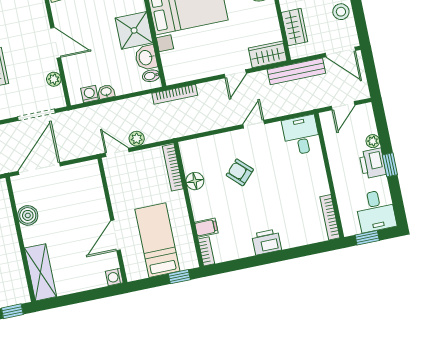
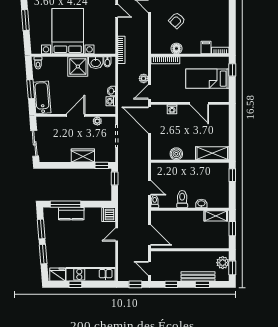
door: (39, 169) -> (149, 120), moved
printer: (267, 242) -> (222, 13), removed
washing machine: (114, 277) -> (172, 109), moved

